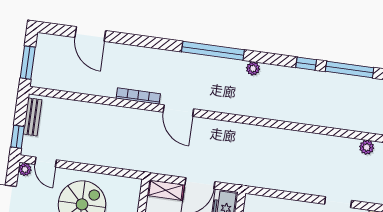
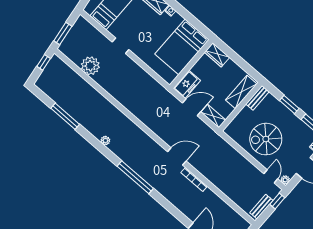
window: (306, 64) -> (87, 136), removed
plant: (253, 69) -> (105, 141), moved
door: (178, 111) -> (177, 156), hinge flipped
plant: (367, 147) -> (90, 66), width x1.87, depth x1.87

